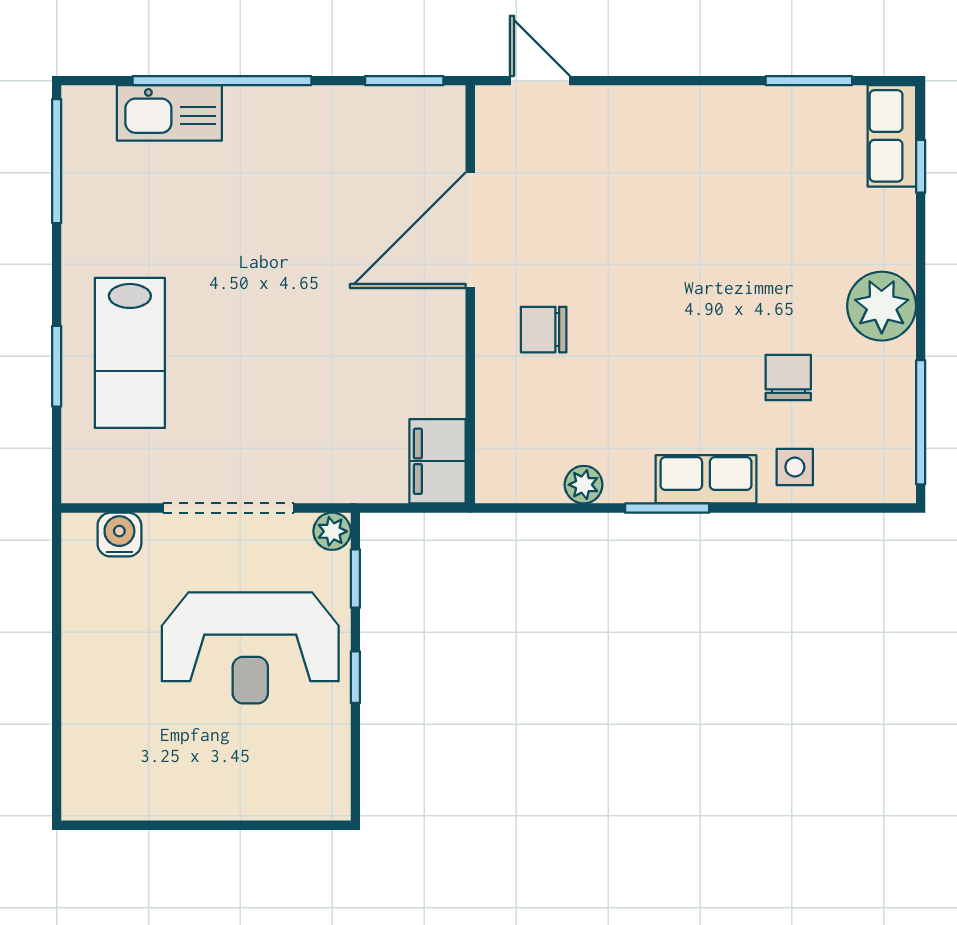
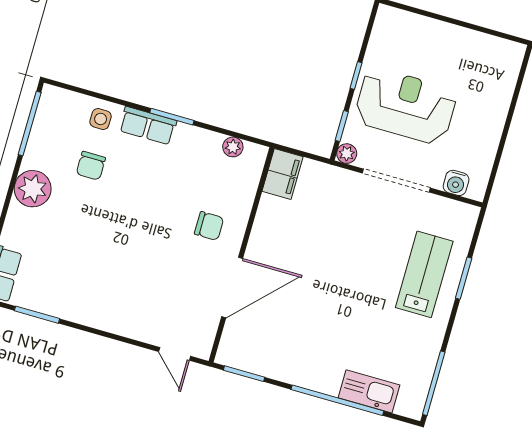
plant: (584, 485) -> (233, 147), moved

